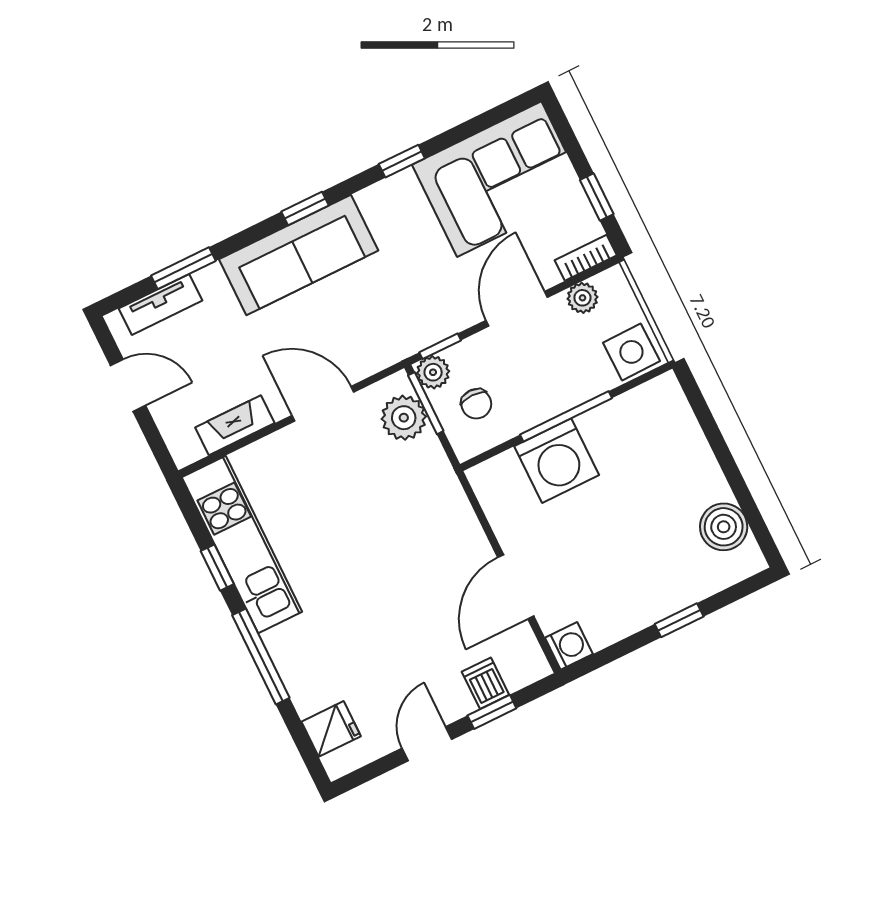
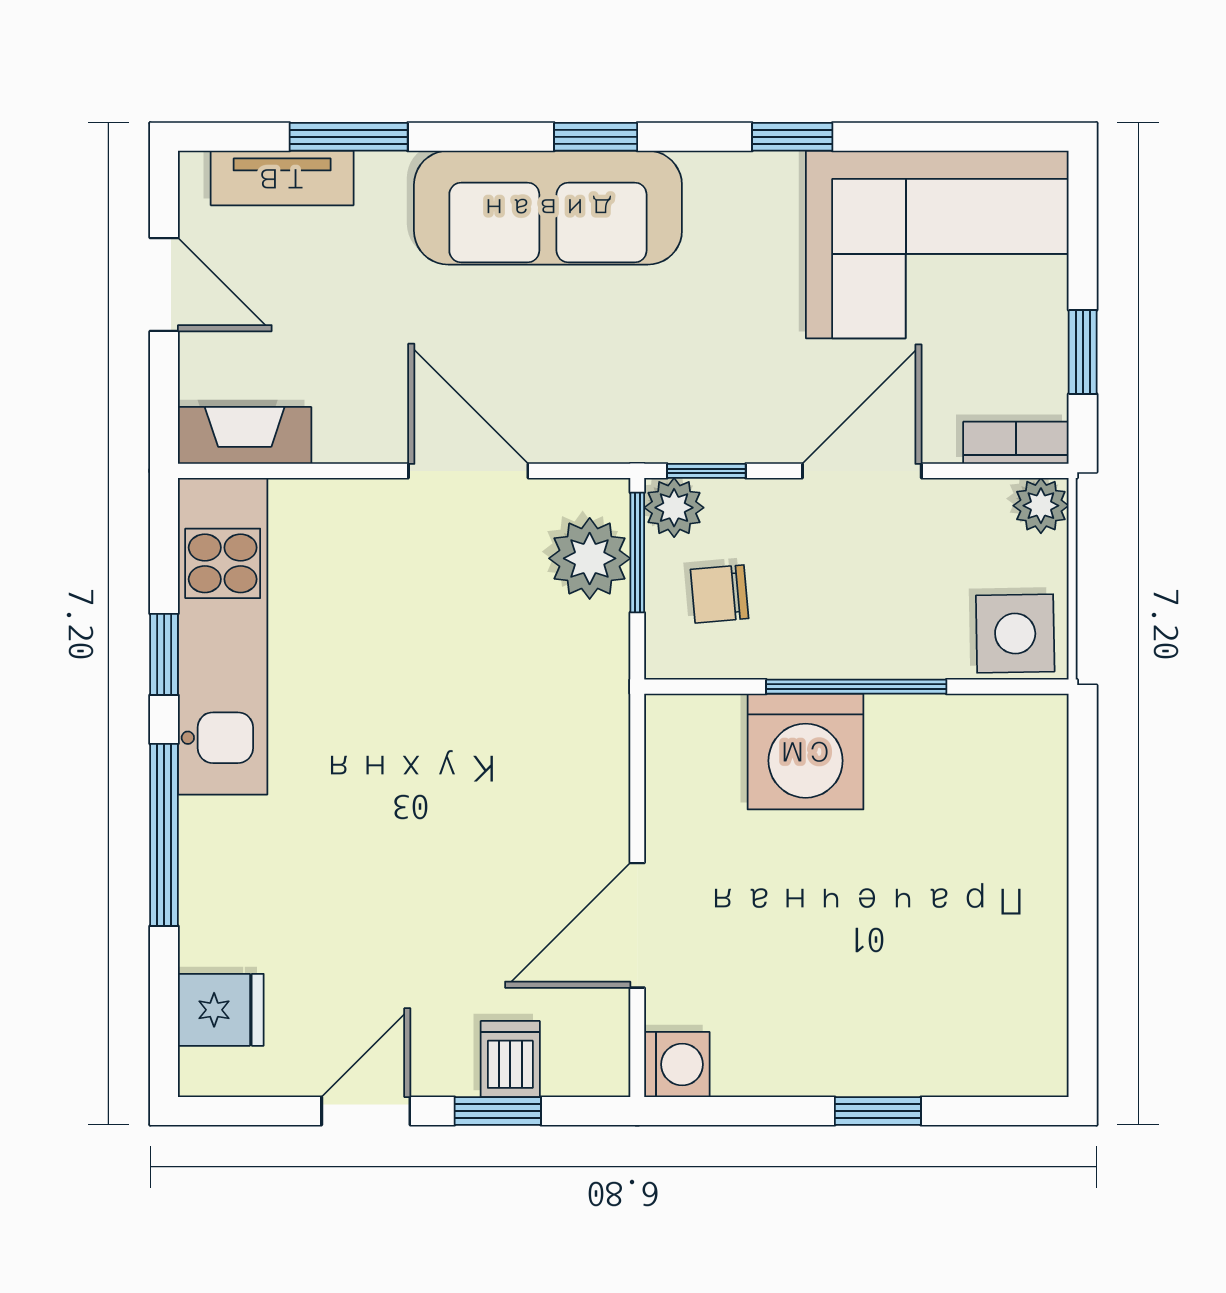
plant: (582, 298) -> (1041, 506), moved
chair: (476, 404) -> (719, 594), turned 85
fireplace: (235, 425) -> (245, 435), moved
boiler: (724, 527) -> (1026, 994), removed

